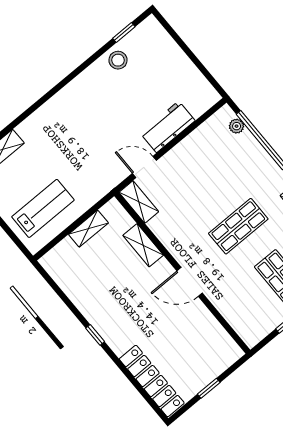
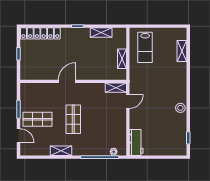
stool: (118, 60) -> (180, 108), moved
workbench: (168, 127) -> (136, 142), moved
shelving: (143, 245) -> (101, 33), moved

